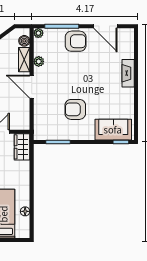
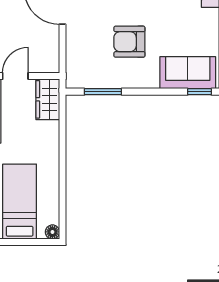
floor lamp: (25, 211) -> (52, 232), moved

